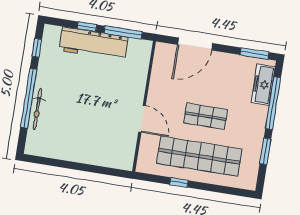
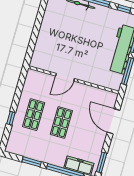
shop shelf: (199, 156) -> (34, 115), width x0.50, depth x0.74
window: (179, 182) -> (11, 118), moved

